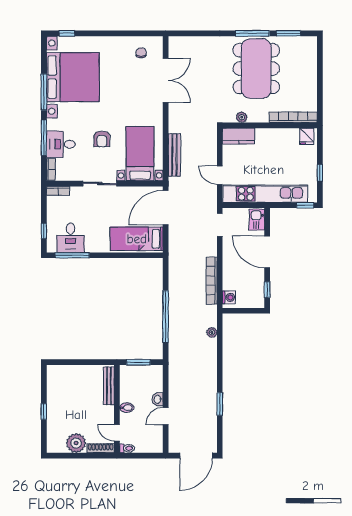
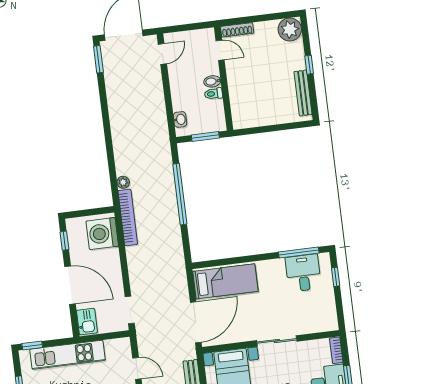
bookcase: (58, 191) -> (325, 326), removed
kitchen unit: (265, 194) -> (67, 355), width x0.73
bookcase: (212, 281) -> (128, 217), moved
washing machine: (229, 297) -> (102, 234), width x1.89, depth x1.89
bench: (109, 386) -> (303, 93), moved
washbasin: (158, 399) -> (180, 119), moved
window: (220, 404) -> (98, 59), moved
door: (166, 416) -> (162, 54), moved
plant: (76, 443) -> (290, 29), moved
toilet: (127, 448) -> (213, 94), moved

